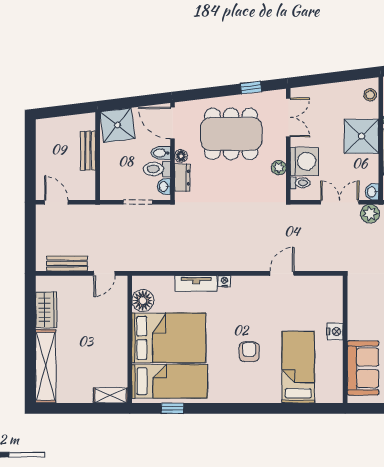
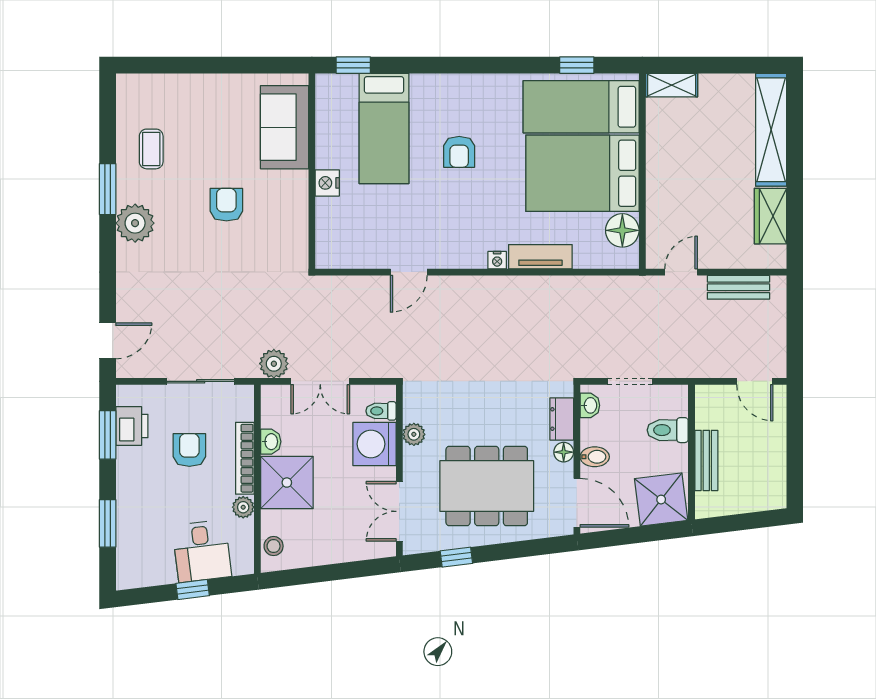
toilet: (157, 169) -> (668, 430), moved, turned 180
washbasin: (372, 192) -> (271, 442), moved
window: (318, 408) -> (353, 65), added

